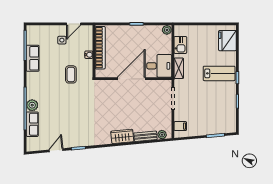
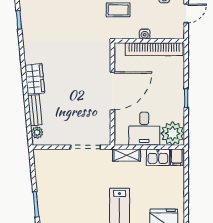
door: (74, 24) -> (186, 13), swing flipped
plant: (167, 30) -> (173, 133), width x1.88, depth x1.88
desk: (159, 66) -> (144, 129), moved
door: (131, 79) -> (112, 91), hinge flipped
filing cabinet: (180, 126) -> (177, 157), moved

